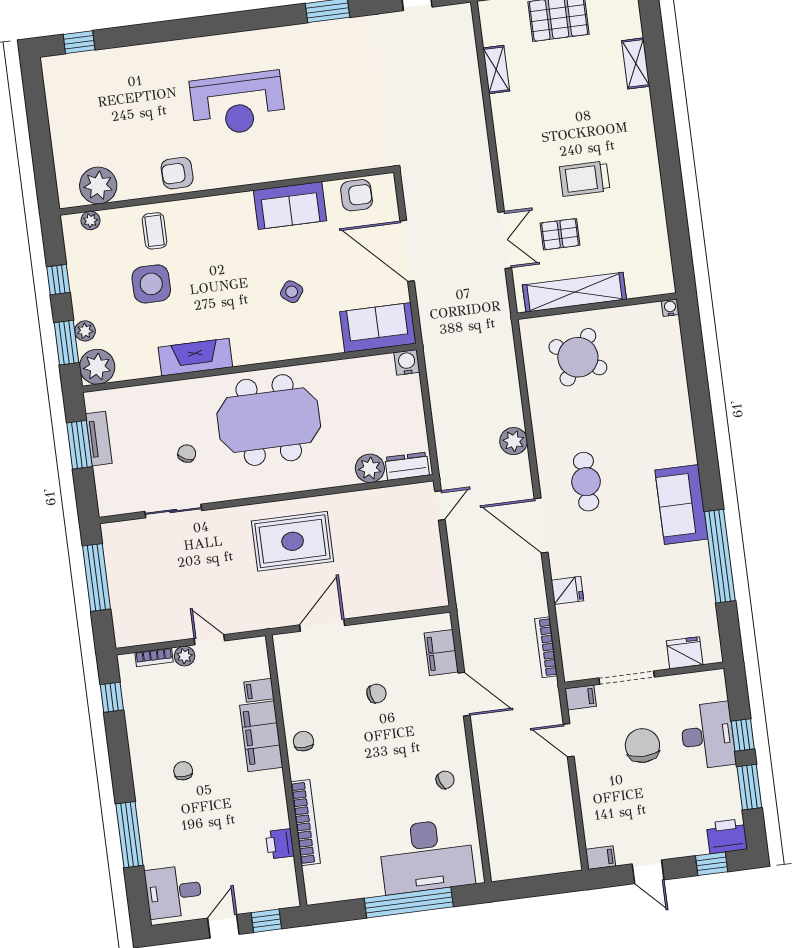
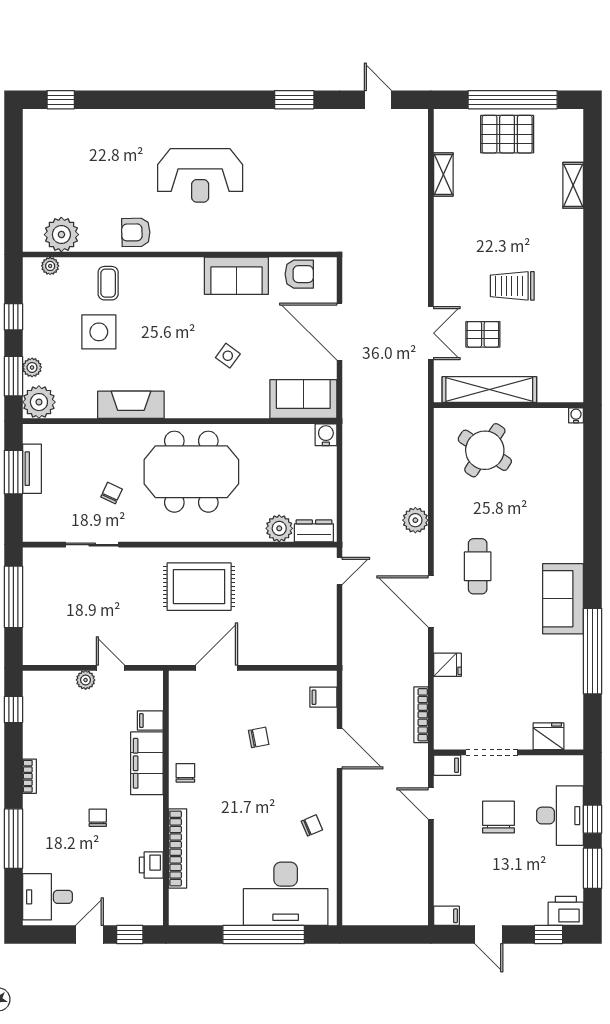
filing cabinet: (441, 653) -> (323, 697), width x0.50
bookcase: (154, 657) -> (29, 776), moved, turned -90
chair: (183, 771) -> (98, 818), moved

